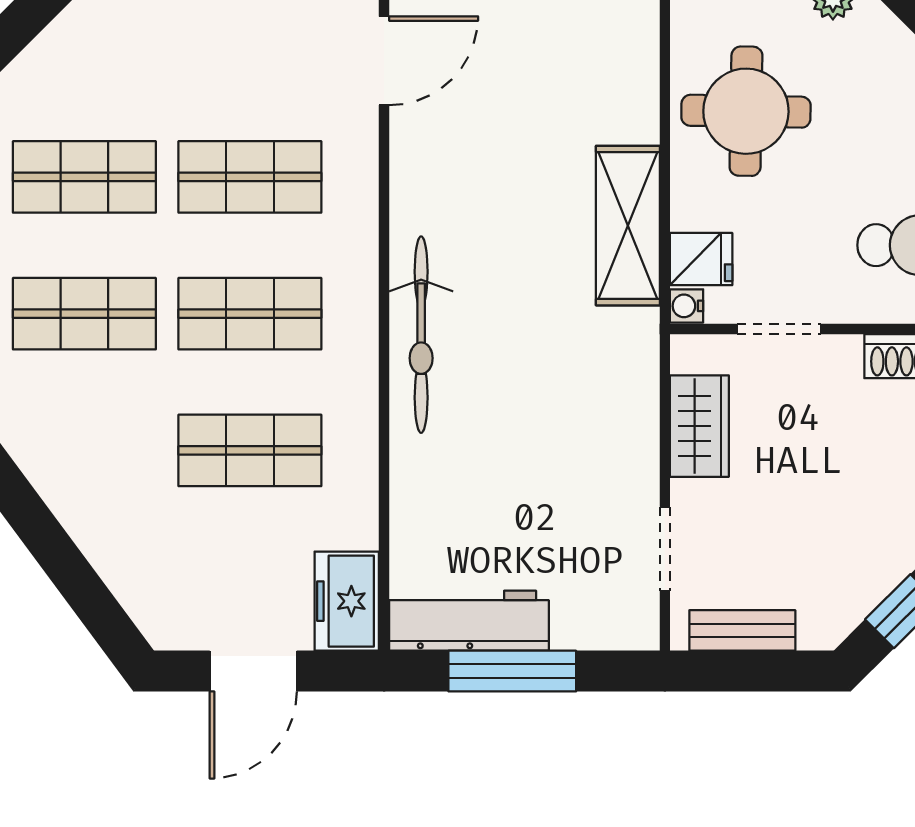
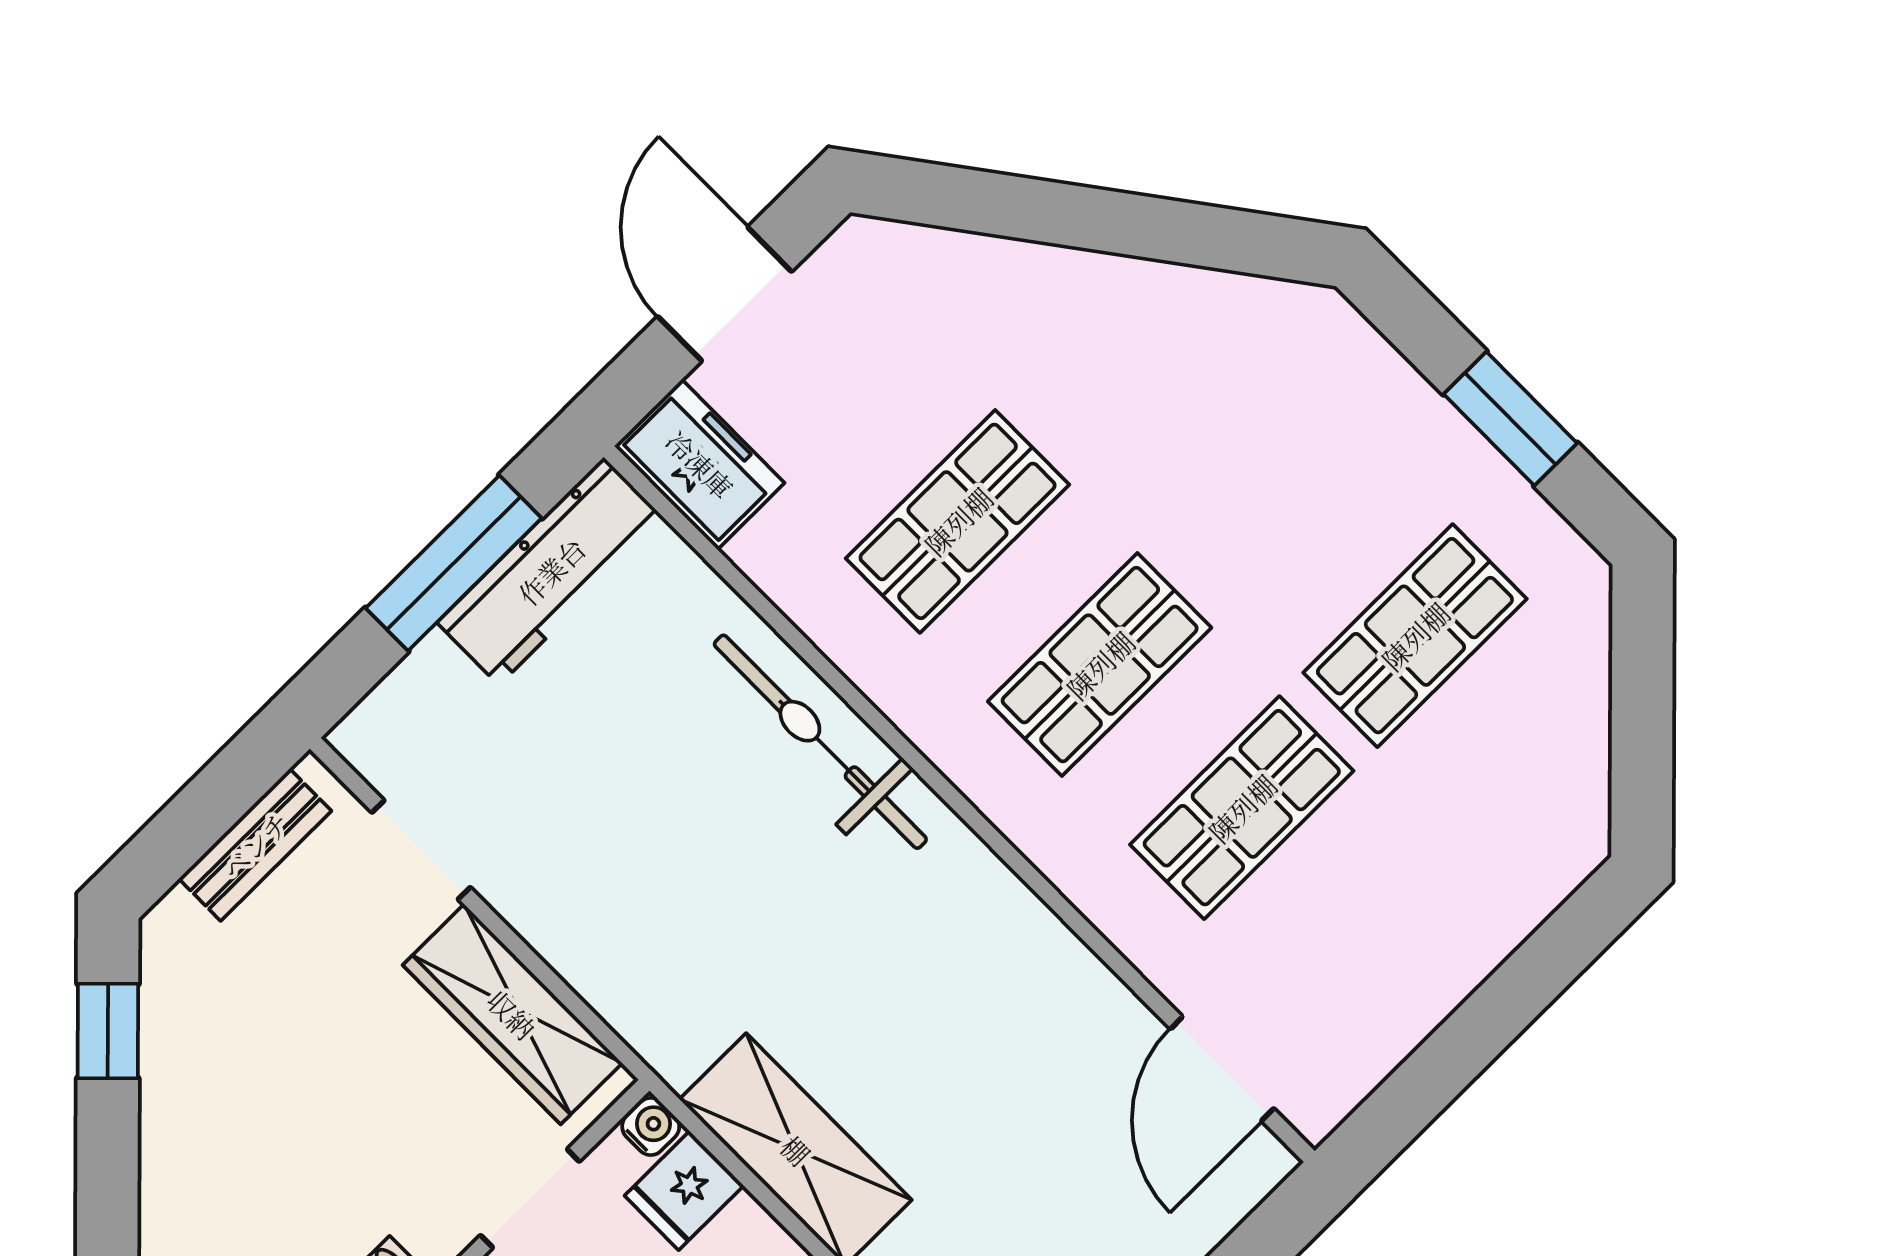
shop shelf: (84, 314) -> (1273, 493), removed
bicycle: (421, 335) -> (820, 742), moved
wardrobe: (699, 426) -> (512, 1014), width x1.50

